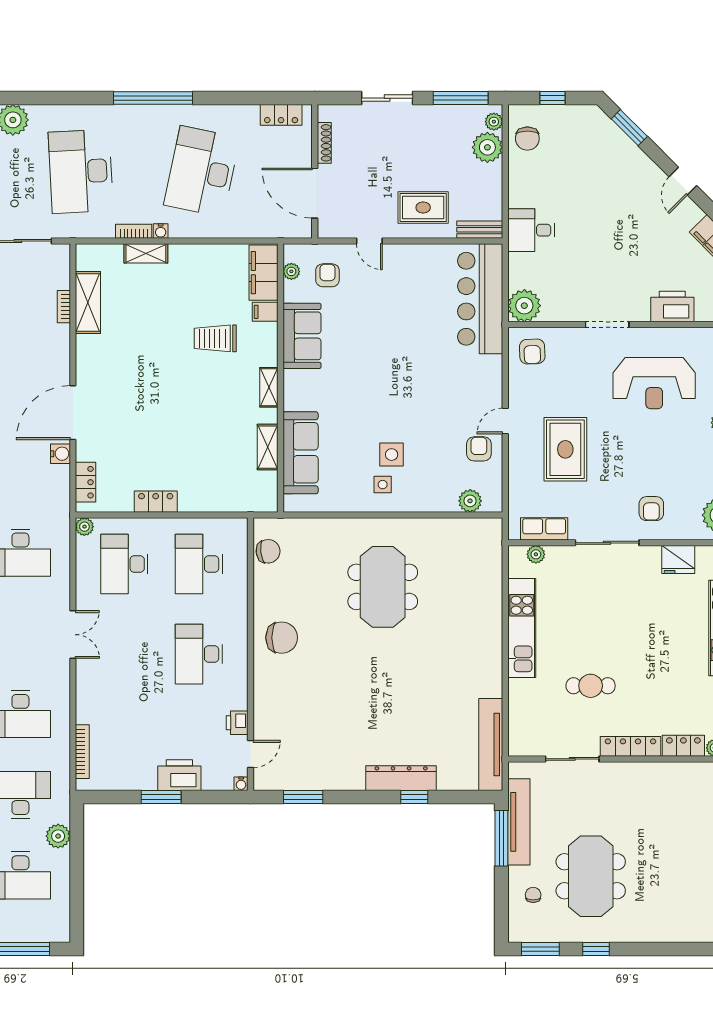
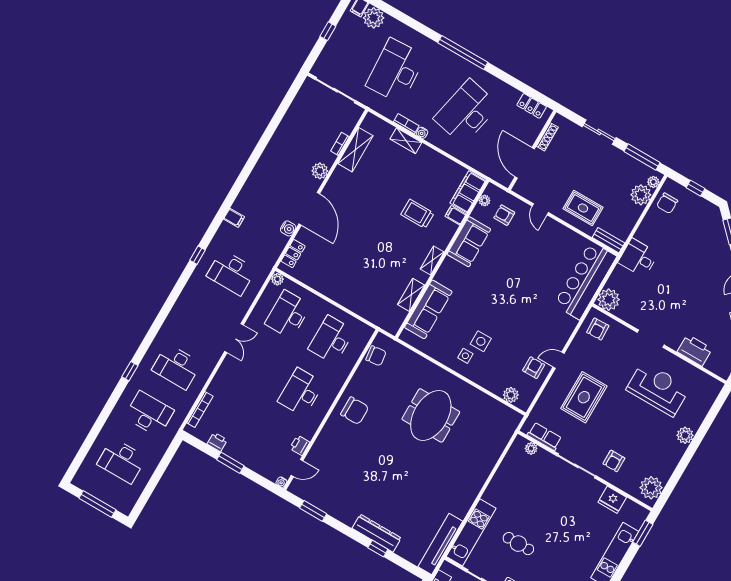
armchair: (327, 275) -> (504, 215), turned -90
reception desk: (654, 383) -> (658, 389), turned 180
door: (73, 413) -> (309, 209), swing flipped
locker: (156, 502) -> (327, 289), removed
kitchen unit: (522, 628) -> (471, 532), moved
printer: (179, 775) -> (217, 442), moved, width x0.53, depth x0.68
plant: (58, 836) -> (320, 171), moved

